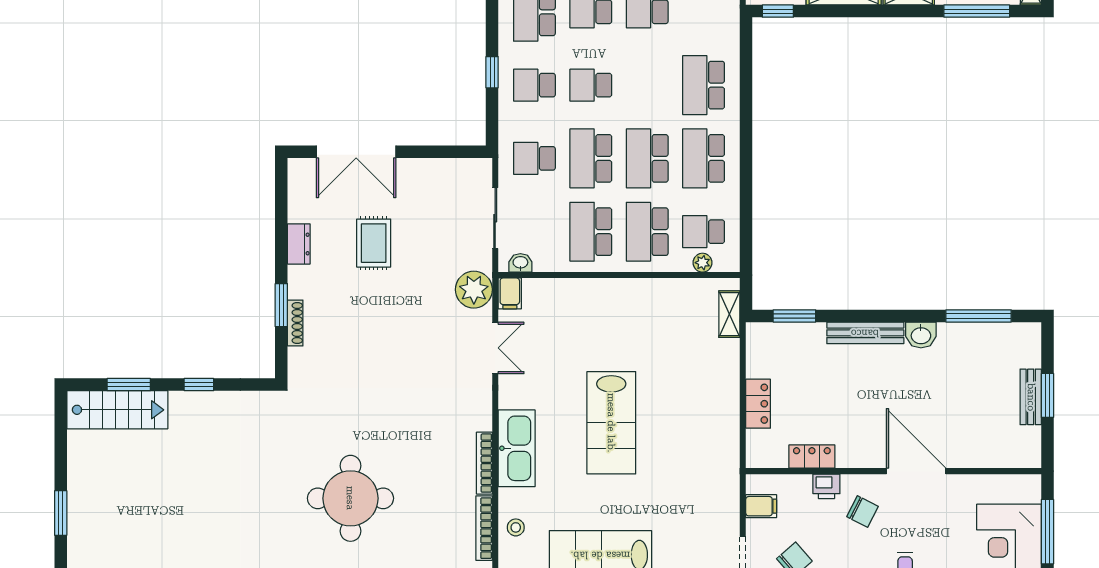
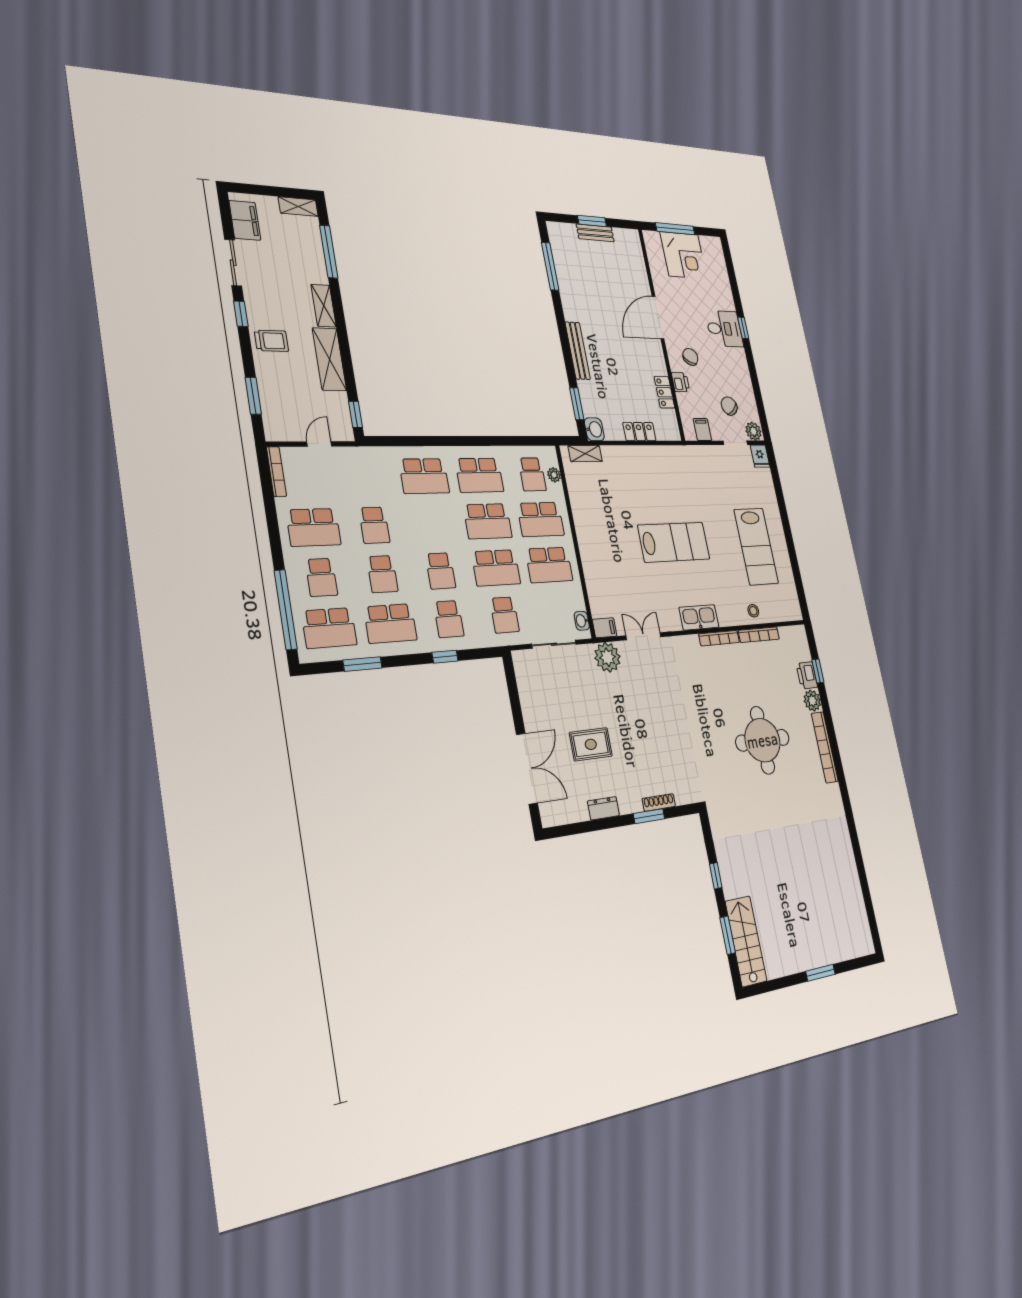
washbasin: (921, 335) -> (594, 429), moved
kitchen sink: (517, 448) -> (699, 617), width x0.73, depth x0.81

